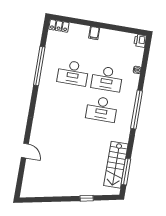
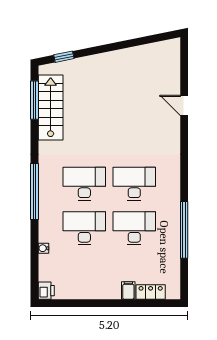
locker: (59, 26) -> (151, 292), moved
filing cabinet: (94, 33) -> (128, 290), moved
desk: (68, 103) -> (134, 184), added
window: (87, 198) -> (64, 57), moved

